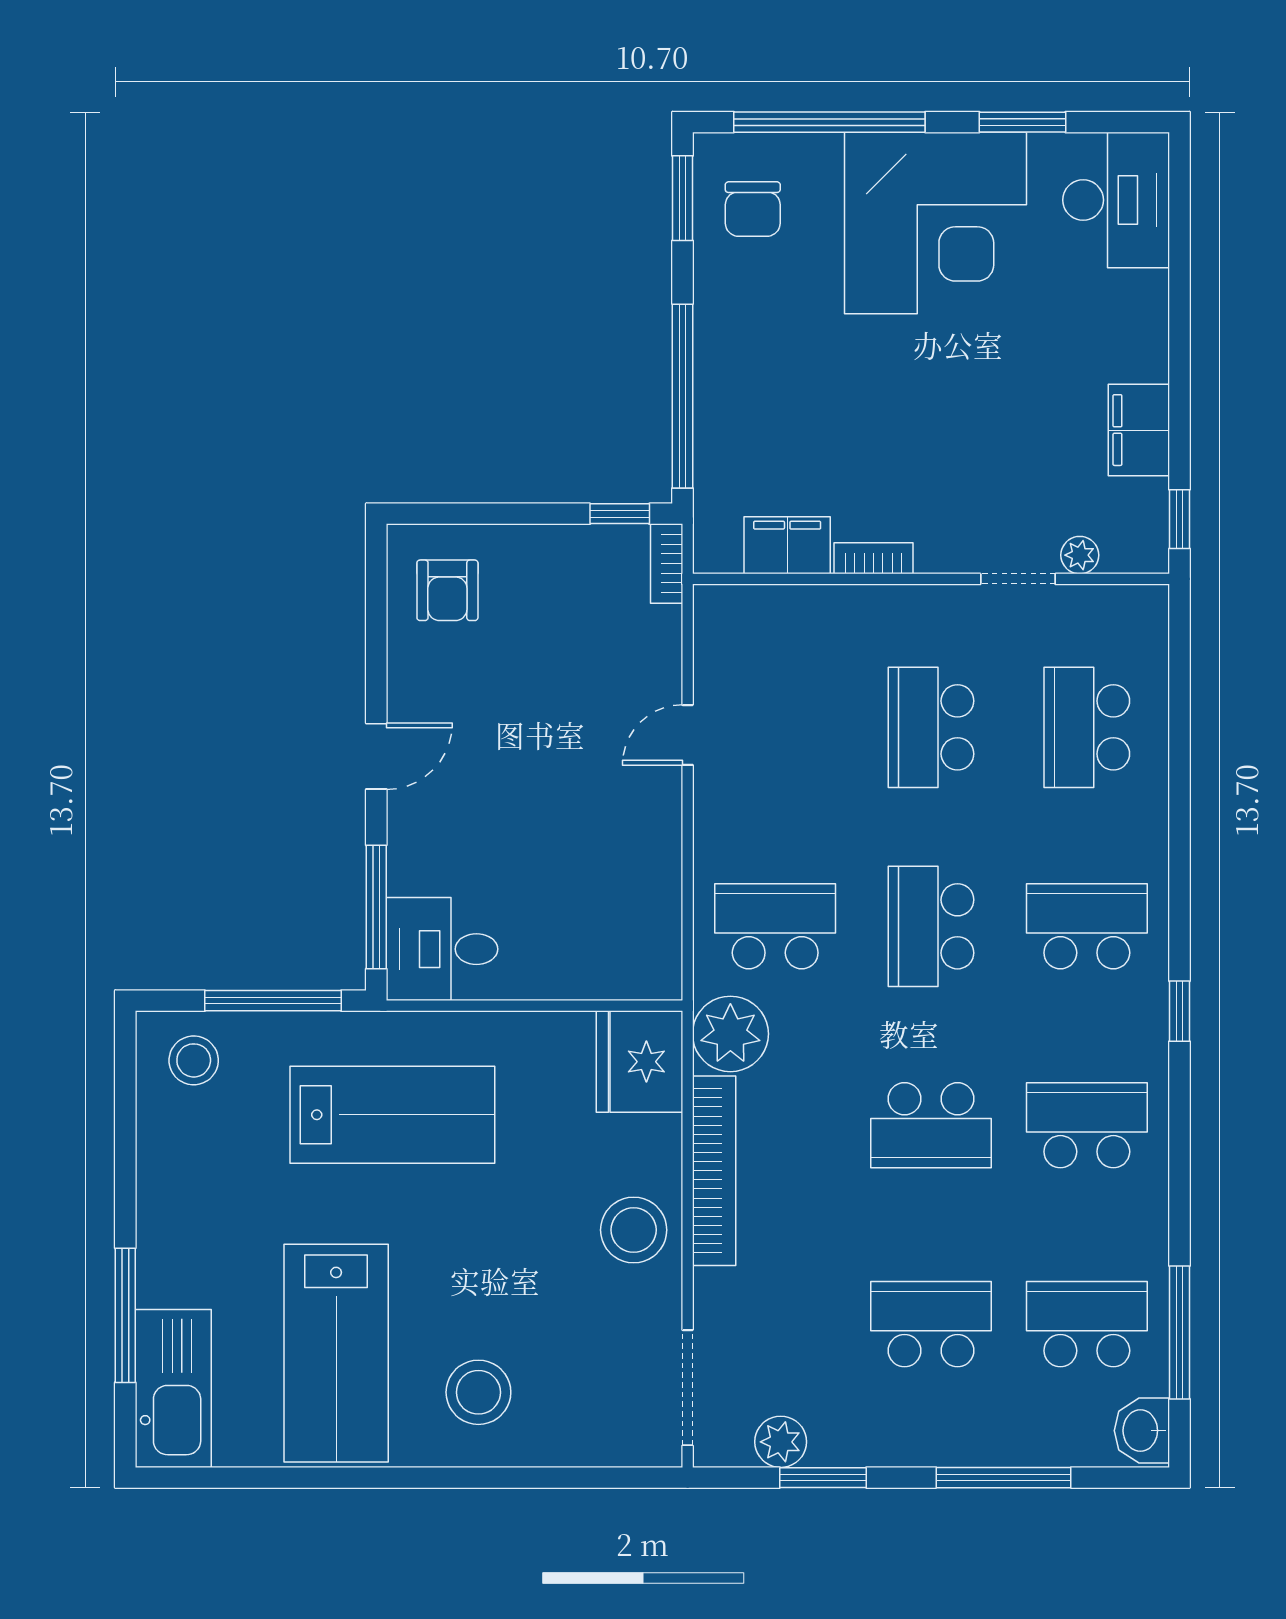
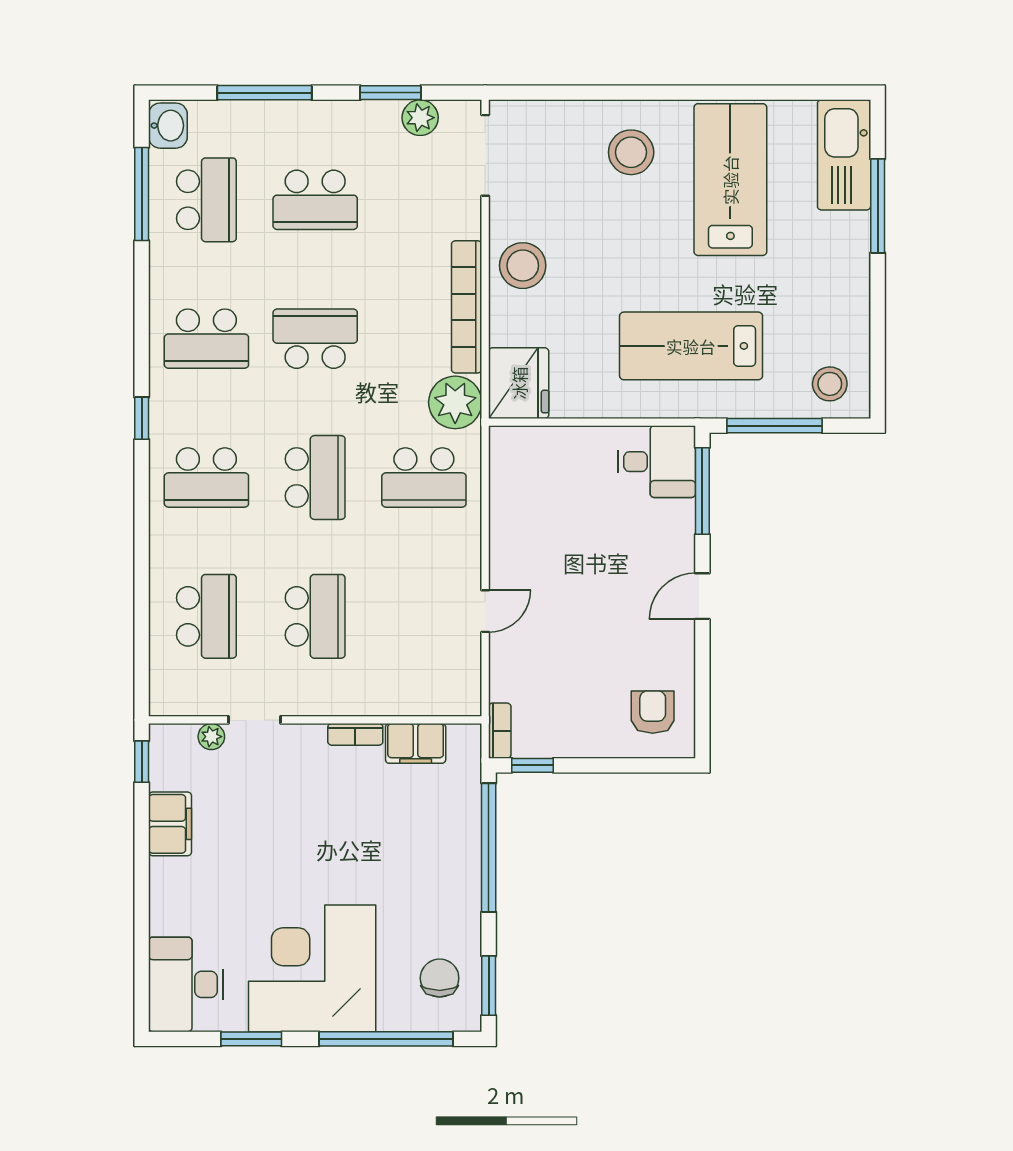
school desk: (1087, 1324) -> (206, 200), turned -90

